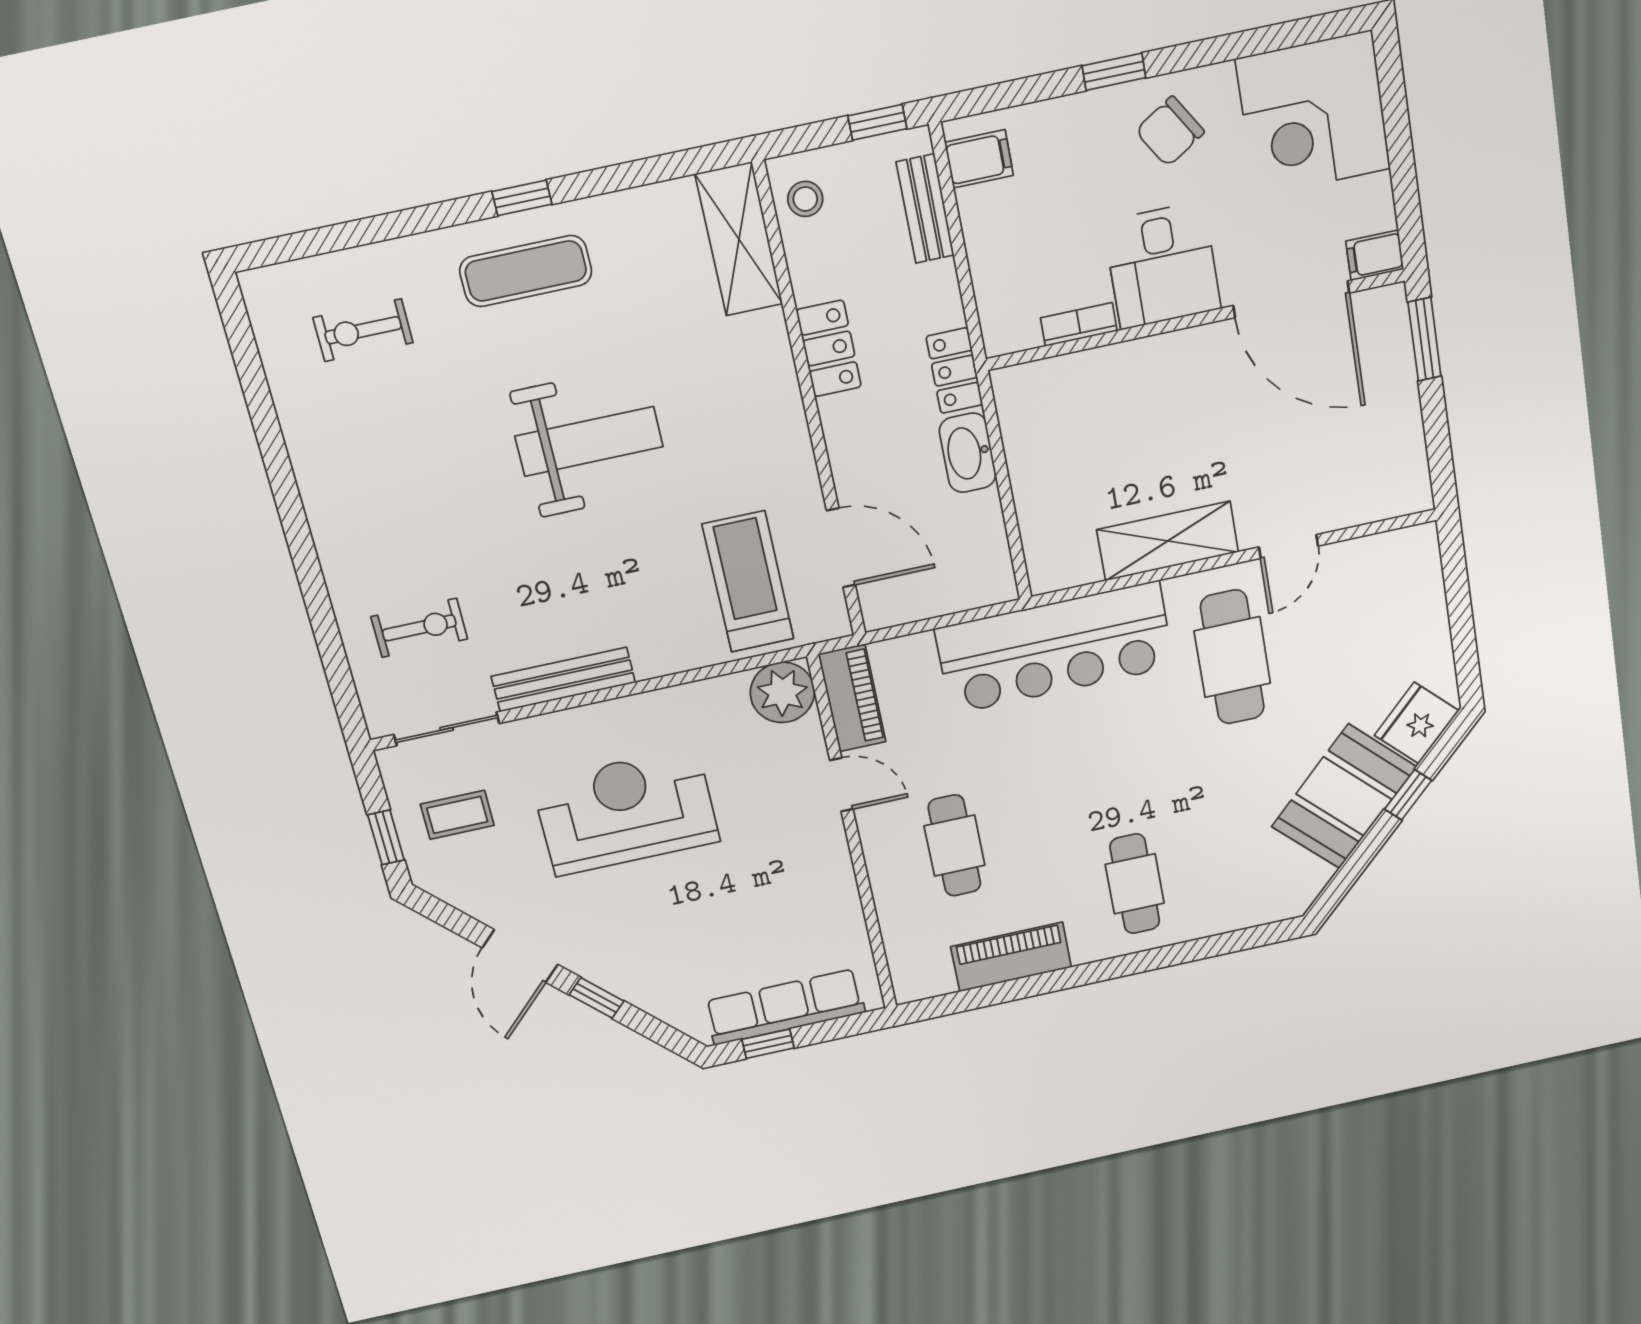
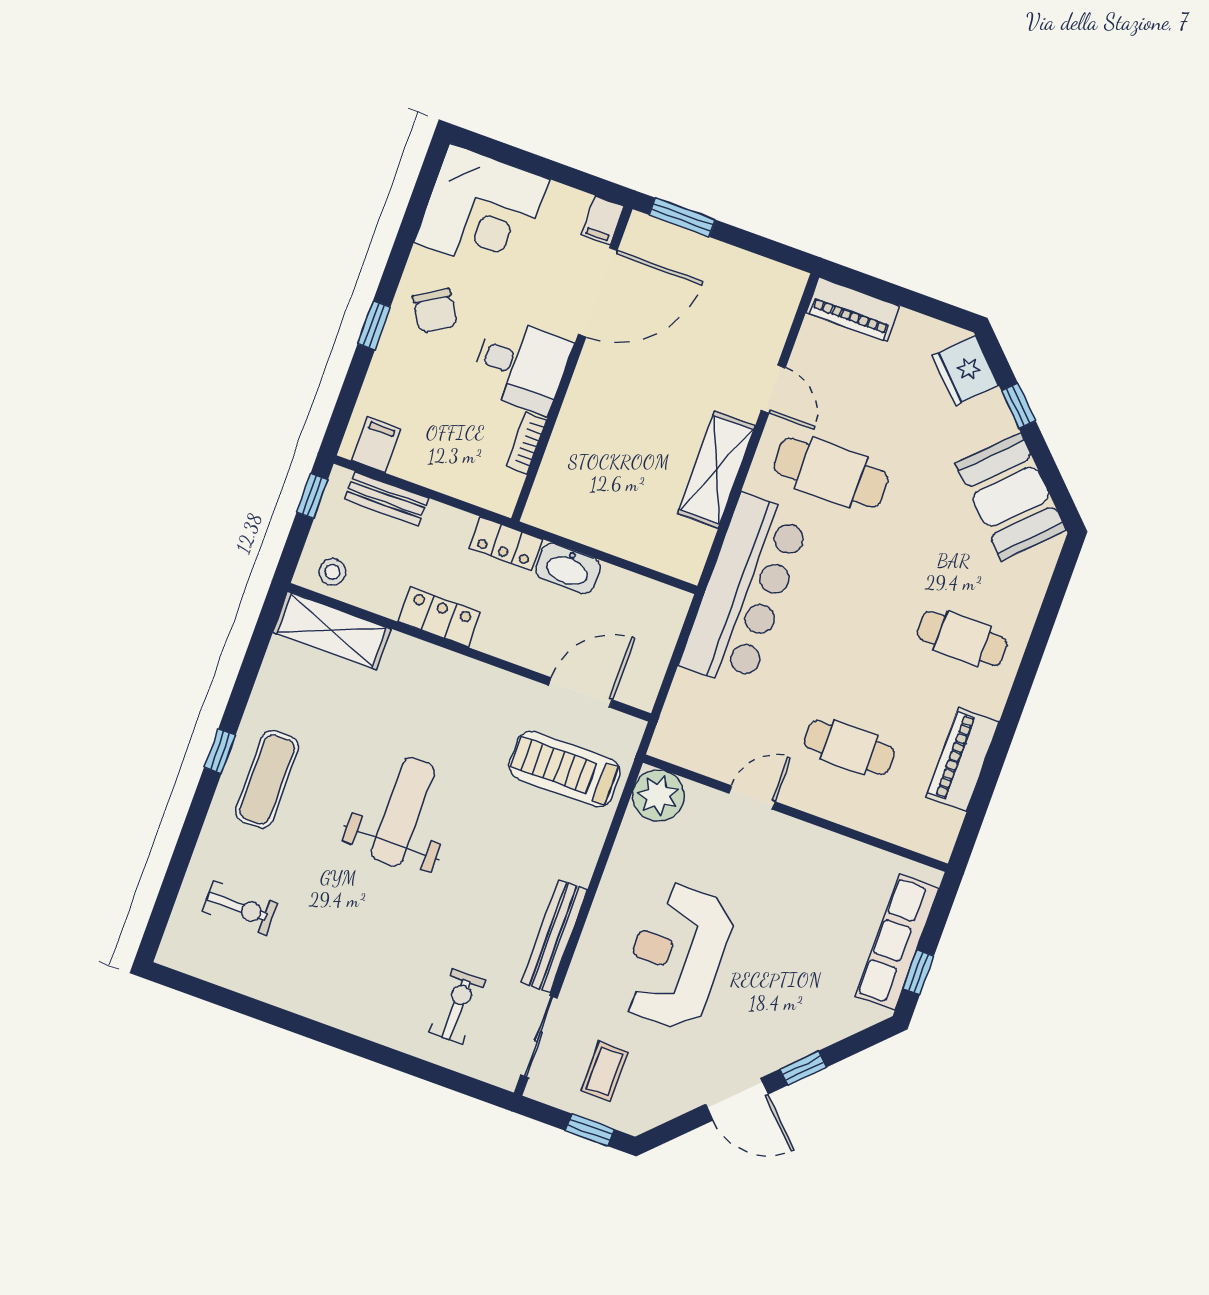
exercise bike: (363, 330) -> (240, 907), turned -90
piano: (852, 698) -> (853, 309), moved, turned 180
booth: (1344, 797) -> (1011, 497), moved

